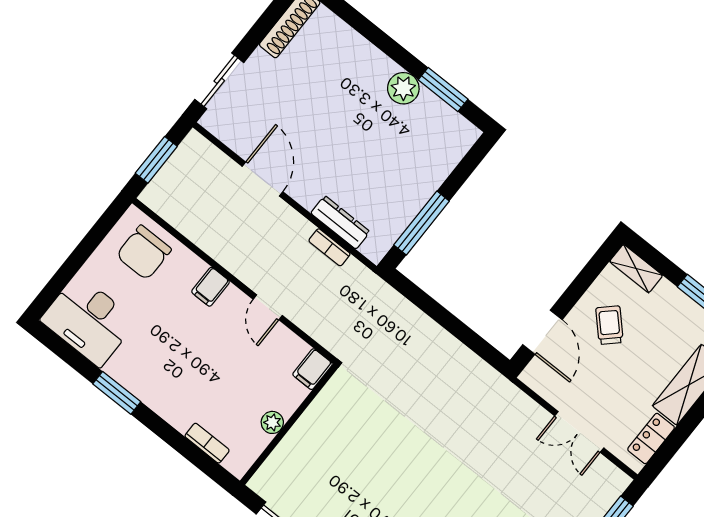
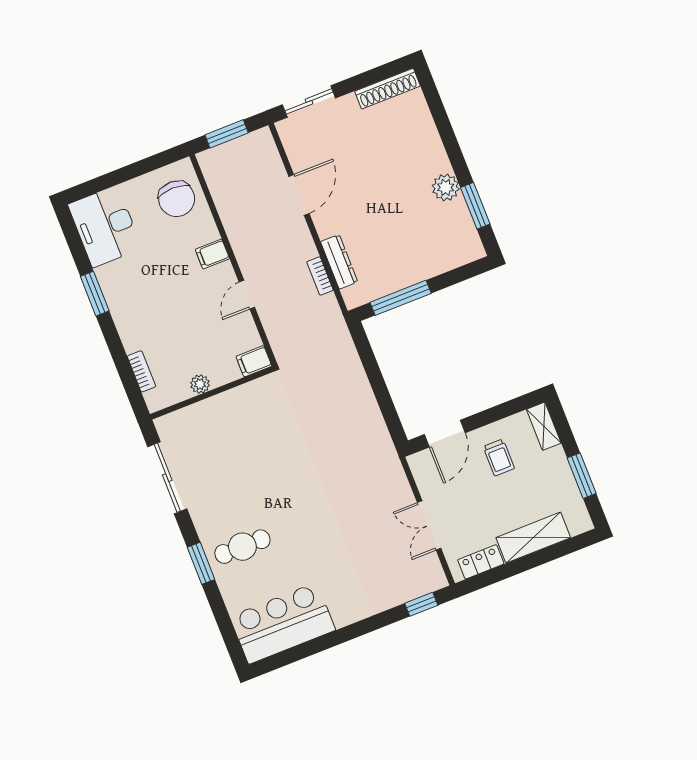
chair: (144, 252) -> (177, 199), turned -90
trolley: (609, 325) -> (499, 457), turned 134

